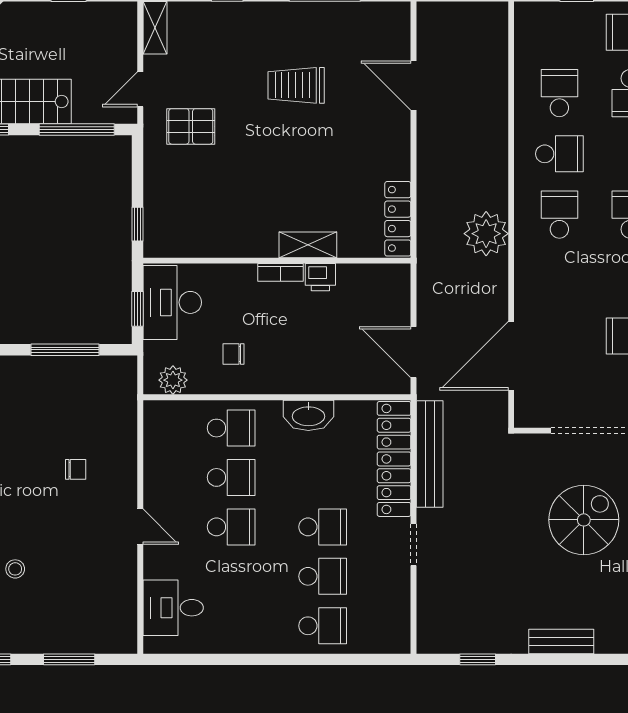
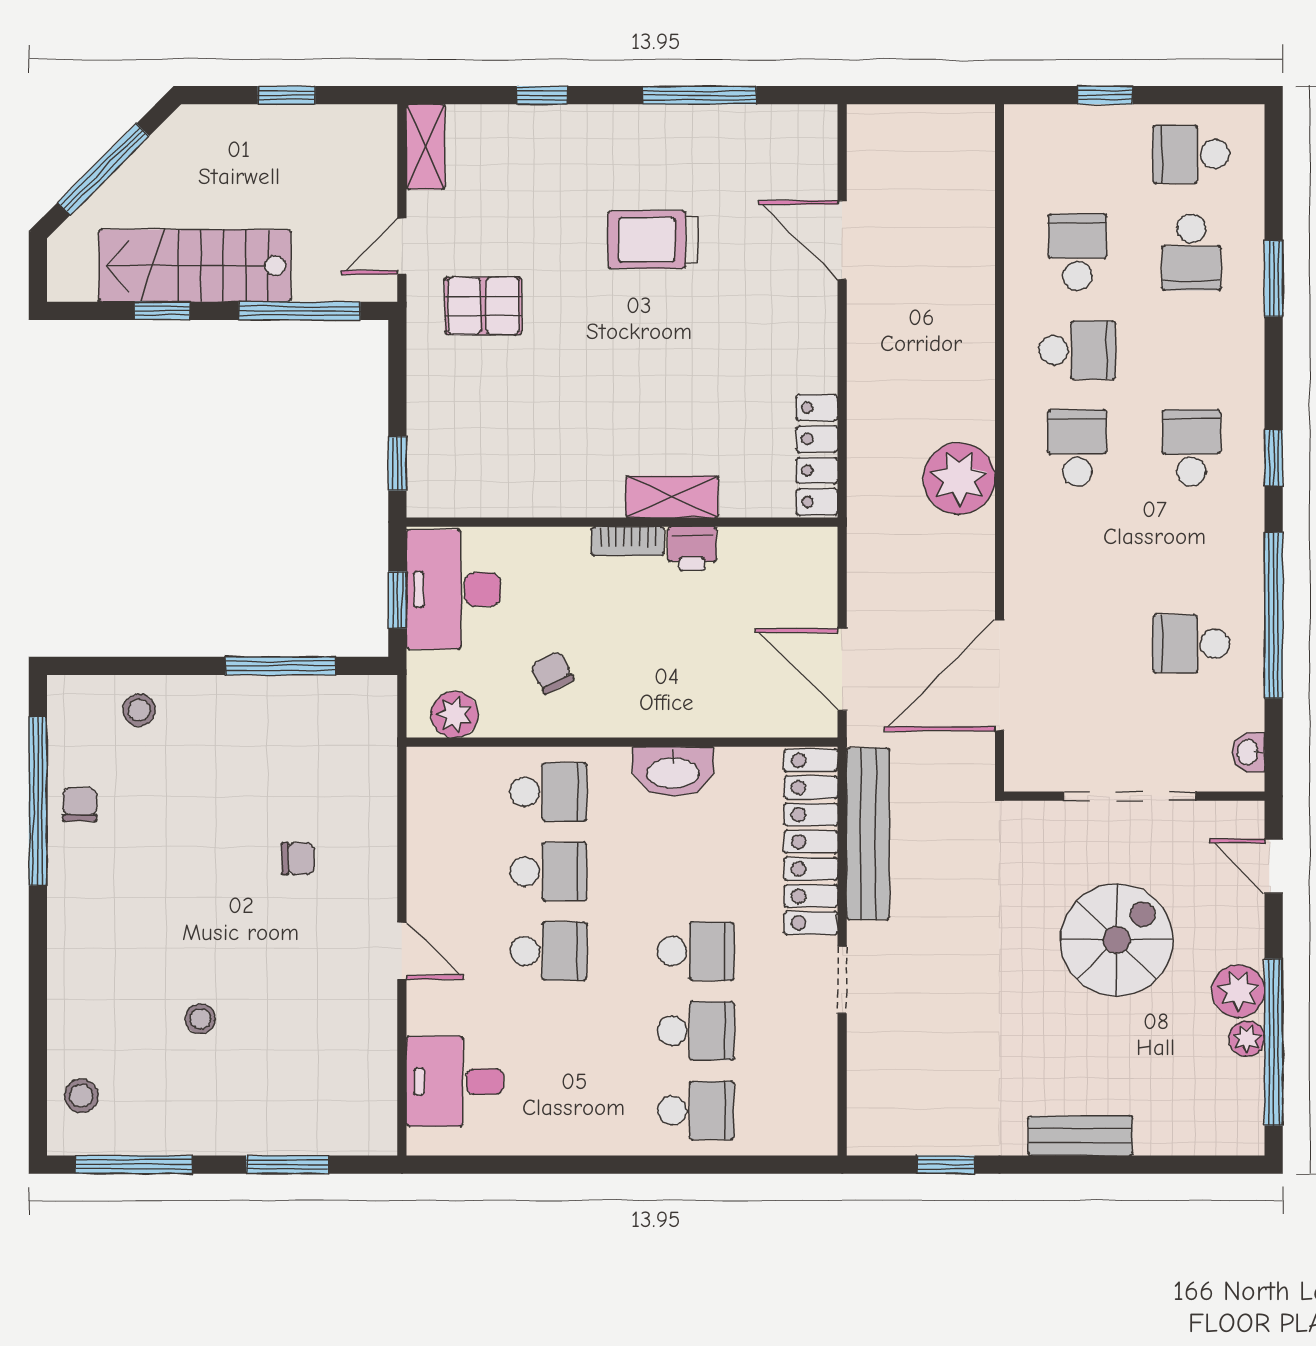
chair: (234, 354) -> (552, 673), turned 63

